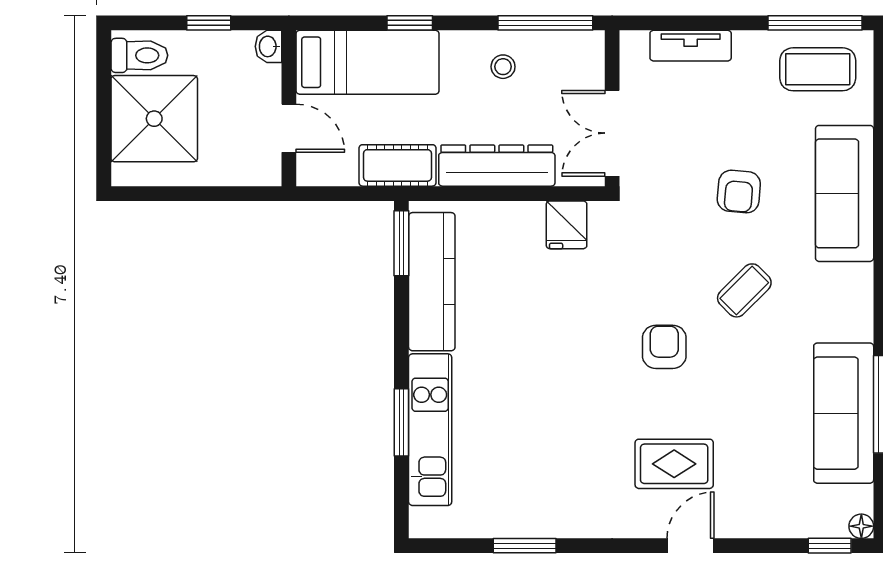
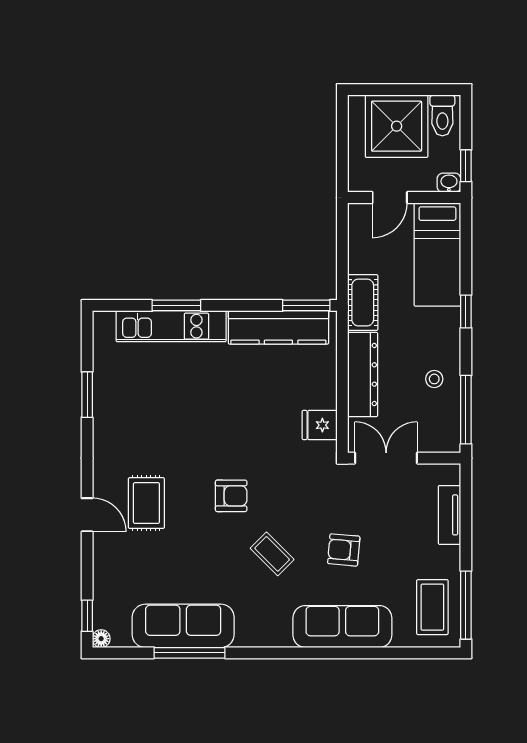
washbasin: (269, 46) -> (449, 183), moved
bed: (368, 62) -> (437, 254), moved
wall: (289, 108) -> (404, 197), moved
door: (289, 128) -> (390, 197), moved

